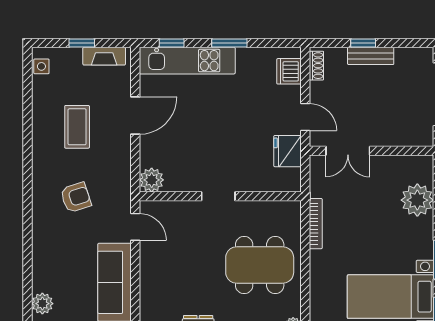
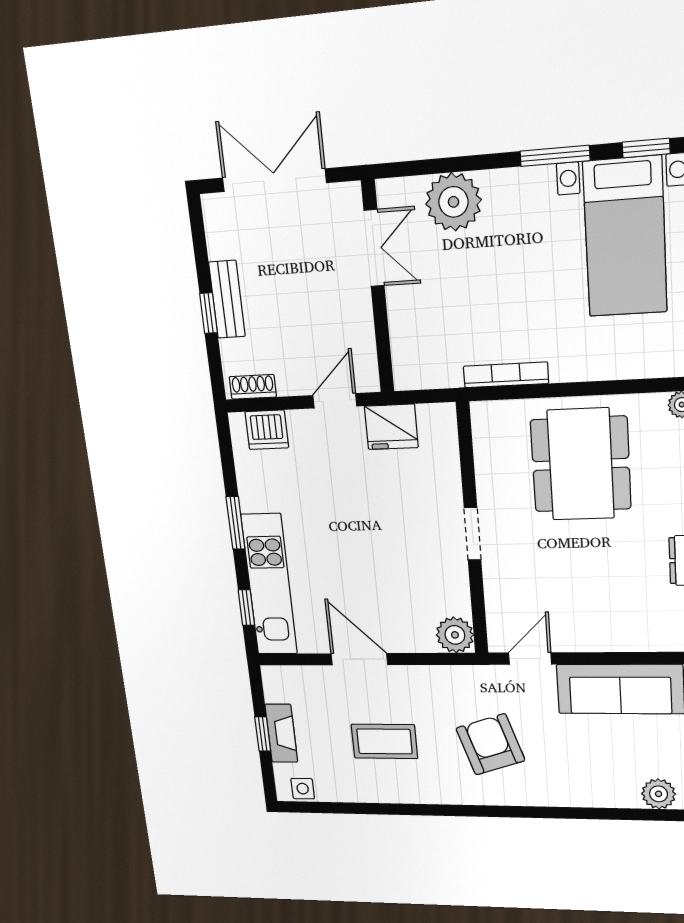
fireplace: (104, 56) -> (281, 733), moved
double door: (348, 151) -> (374, 248), moved
armchair: (76, 197) -> (490, 744), width x1.38, depth x1.38

